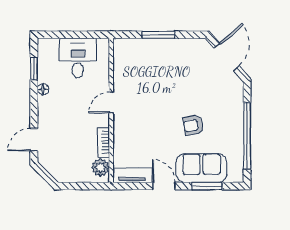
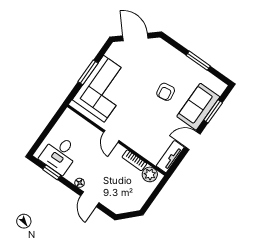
desk: (78, 58) -> (59, 154), moved, turned -90
corner sofa: (153, 62) -> (104, 89), added
floor lamp: (43, 89) -> (80, 183), moved
window: (247, 136) -> (198, 61), width x0.47
door: (34, 140) -> (90, 199), moved

